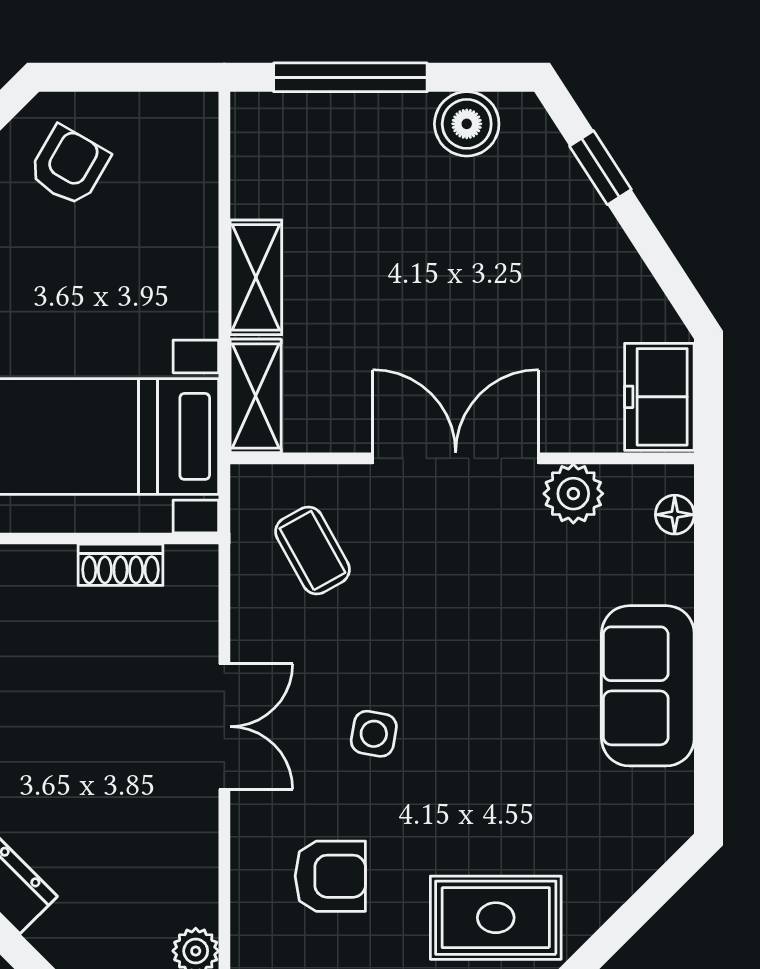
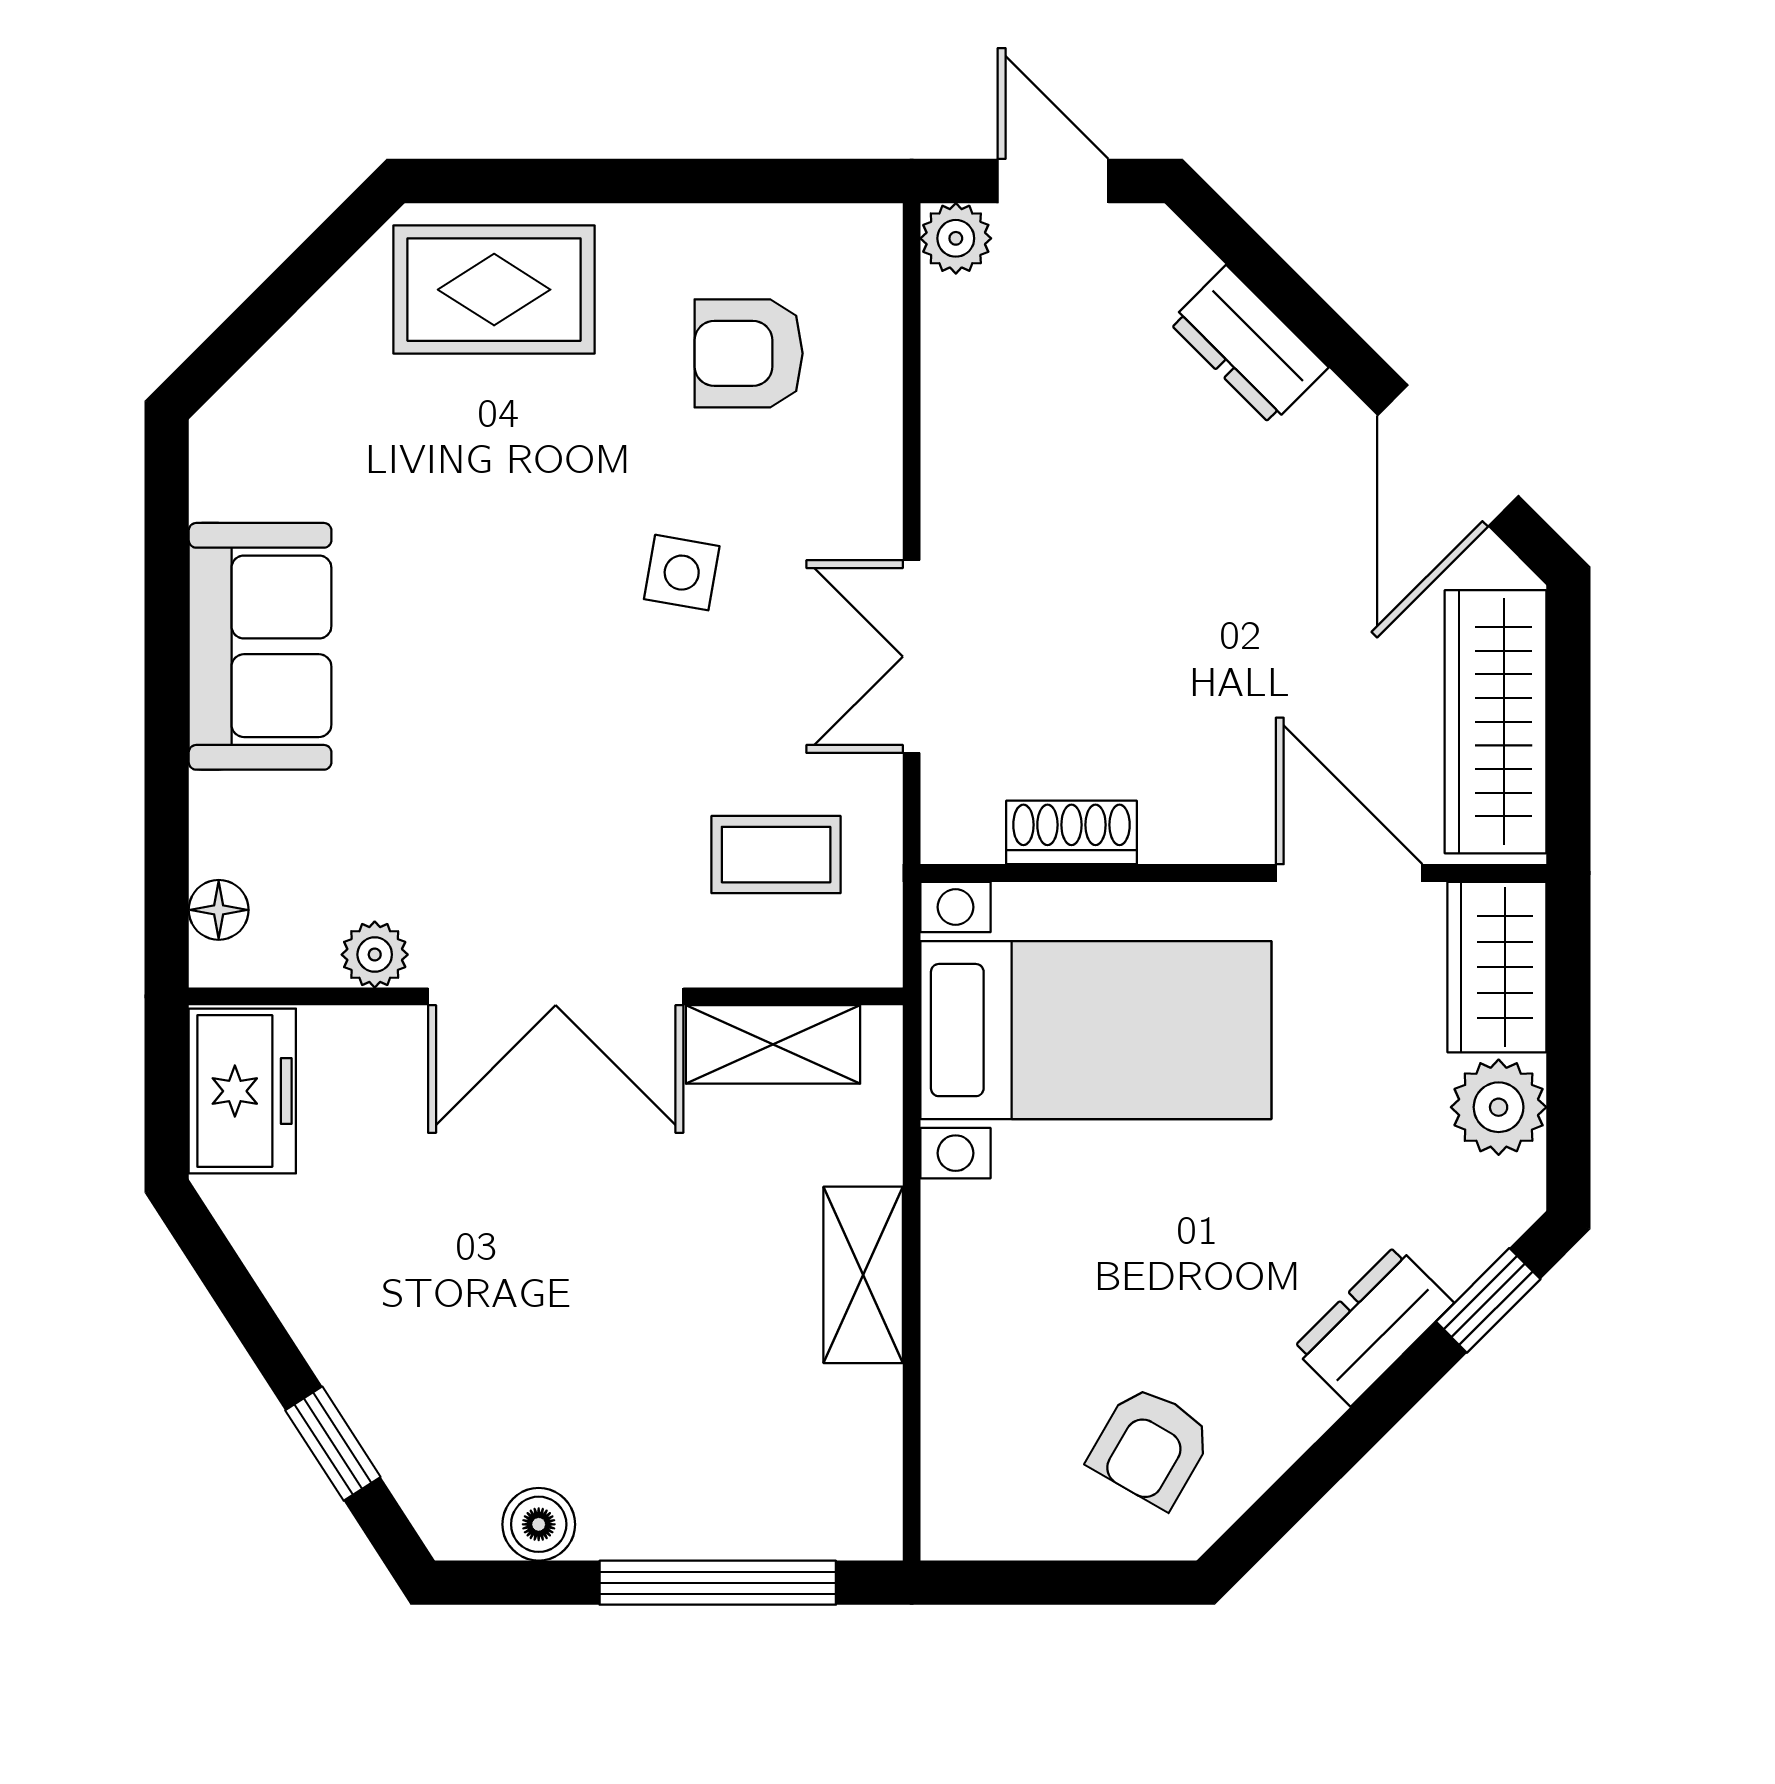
boiler: (467, 124) -> (539, 1524), width x0.73, depth x0.73
shelving: (256, 396) -> (773, 1044), moved, turned 90
plant: (573, 494) -> (375, 955), width x0.73, depth x0.73
coffee table: (312, 551) -> (776, 855), turned -61
double door: (224, 727) -> (912, 657), moved

